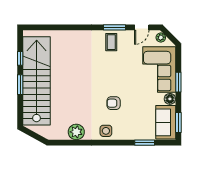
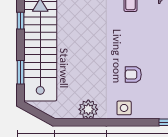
window: (20, 85) -> (20, 72), moved

